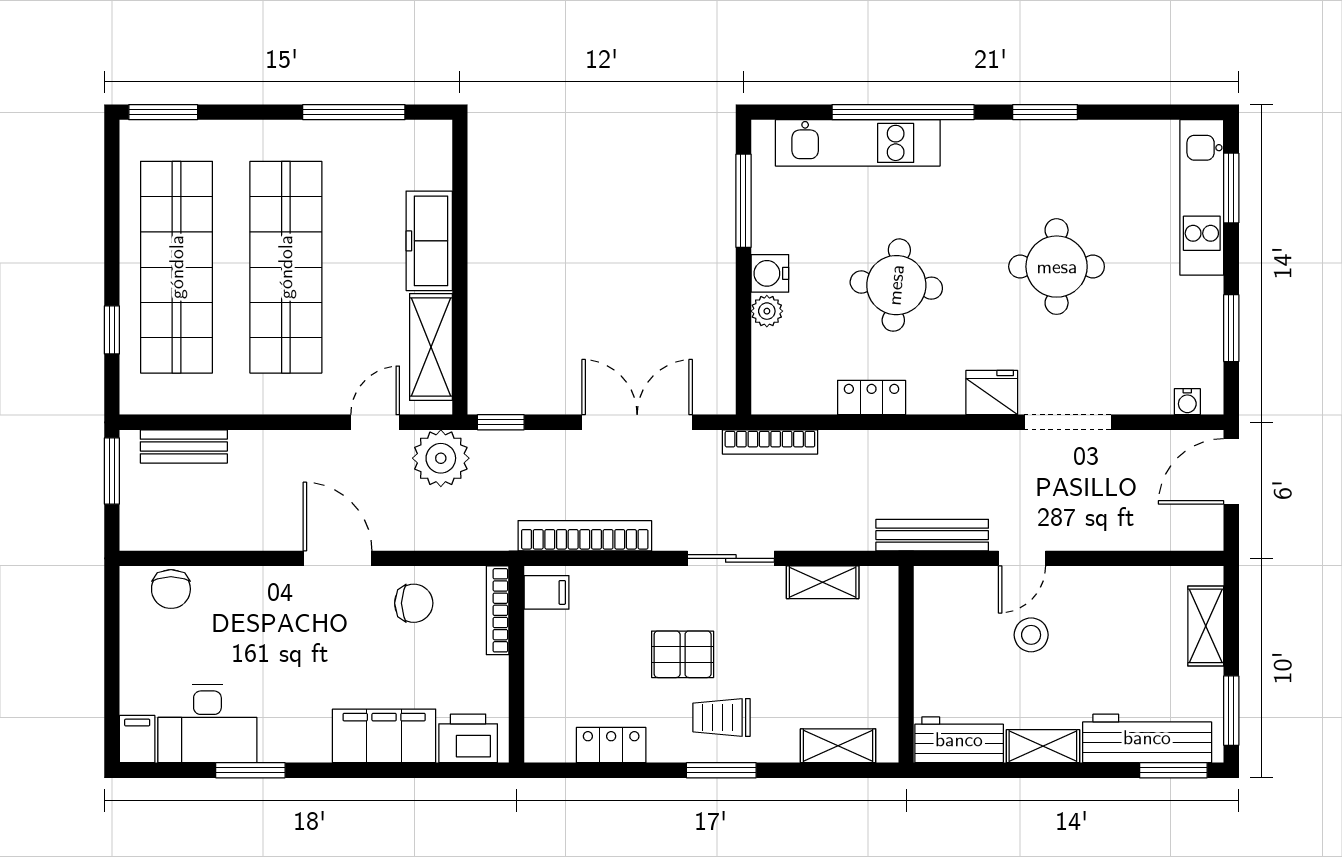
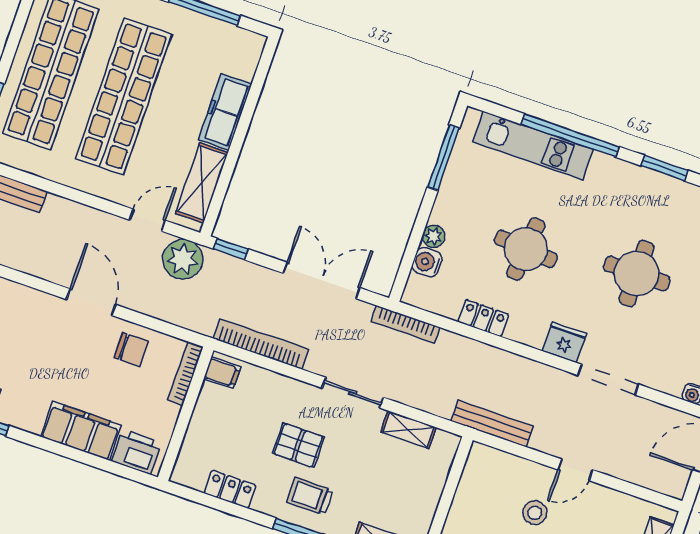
water cooler: (770, 273) -> (427, 262), moved
door: (1022, 558) -> (575, 470), moved

